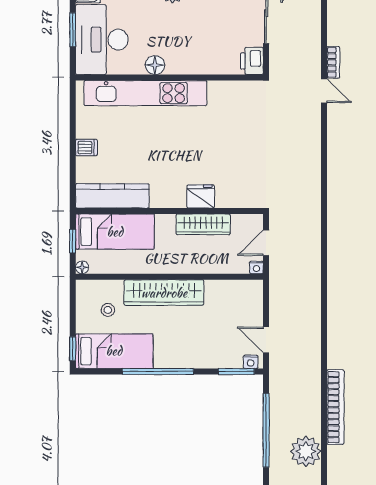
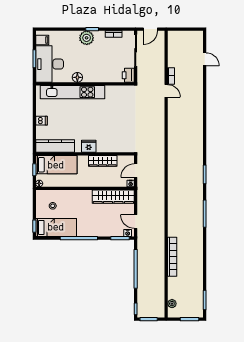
fridge: (201, 196) -> (89, 146), moved
wardrobe: (164, 293) -> (113, 197), moved
plant: (306, 451) -> (157, 280), removed

